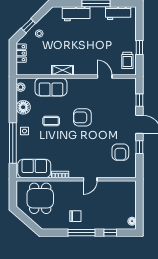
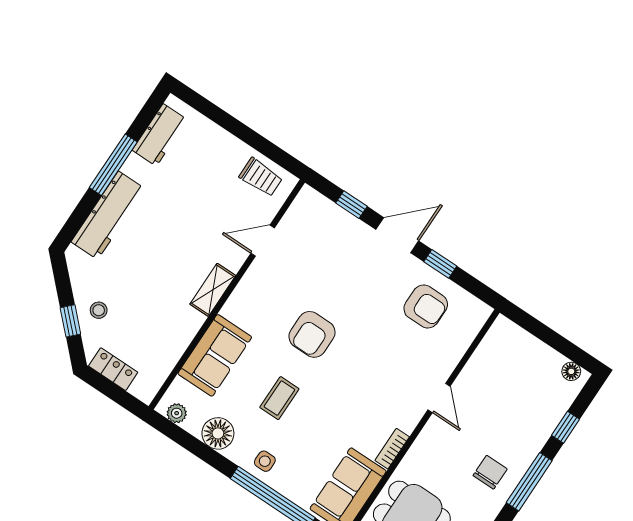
workbench: (76, 14) -> (108, 215), width x1.38
window: (139, 47) -> (252, 138), removed
shelving: (63, 70) -> (213, 290), moved

